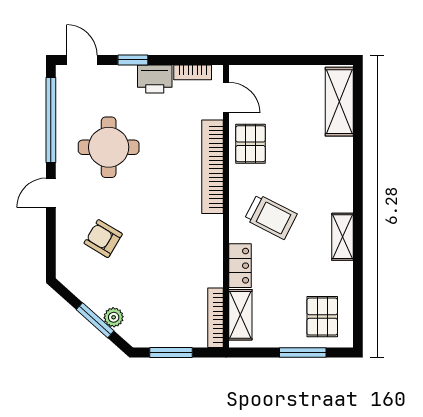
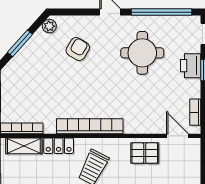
printer: (155, 79) -> (191, 66), moved
door: (226, 98) -> (177, 136), swing flipped
bookcase: (213, 167) -> (90, 126), moved
plant: (114, 317) -> (49, 26), moved

